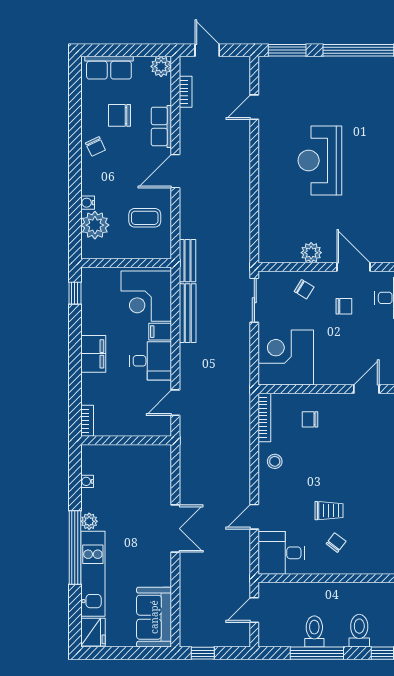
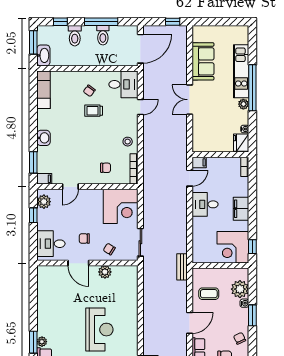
window: (75, 183) -> (252, 315), added
corner desk: (146, 296) -> (233, 247), moved, turned 180
bench: (188, 313) -> (182, 234), removed
filing cabinet: (160, 332) -> (199, 162), moved
door: (254, 610) -> (140, 49), width x1.87
sofa: (154, 617) -> (203, 61), moved
fridge: (93, 632) -> (241, 143), moved

